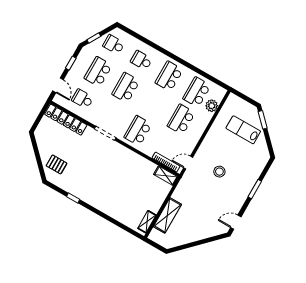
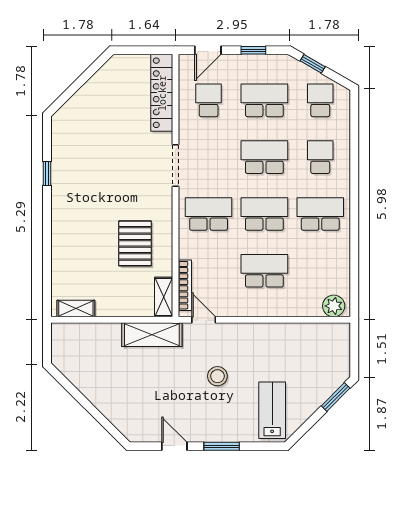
school desk: (197, 92) -> (264, 214), moved
plant: (212, 106) -> (334, 306), moved
lab bench: (243, 130) -> (272, 410), moved
pallet: (57, 164) -> (135, 243), moved, width x1.50, depth x1.42
shelving: (167, 215) -> (152, 335), moved
door: (236, 222) -> (174, 446), moved

